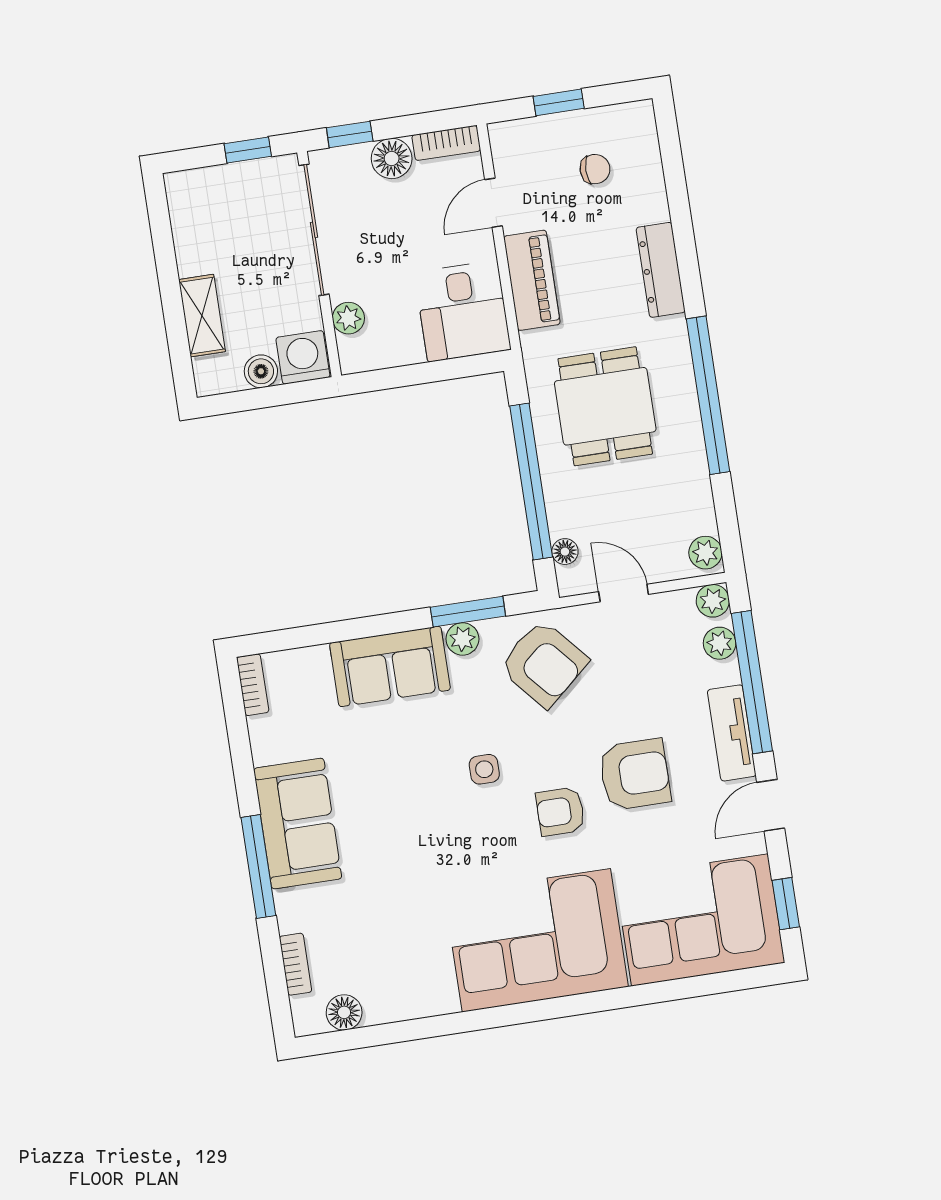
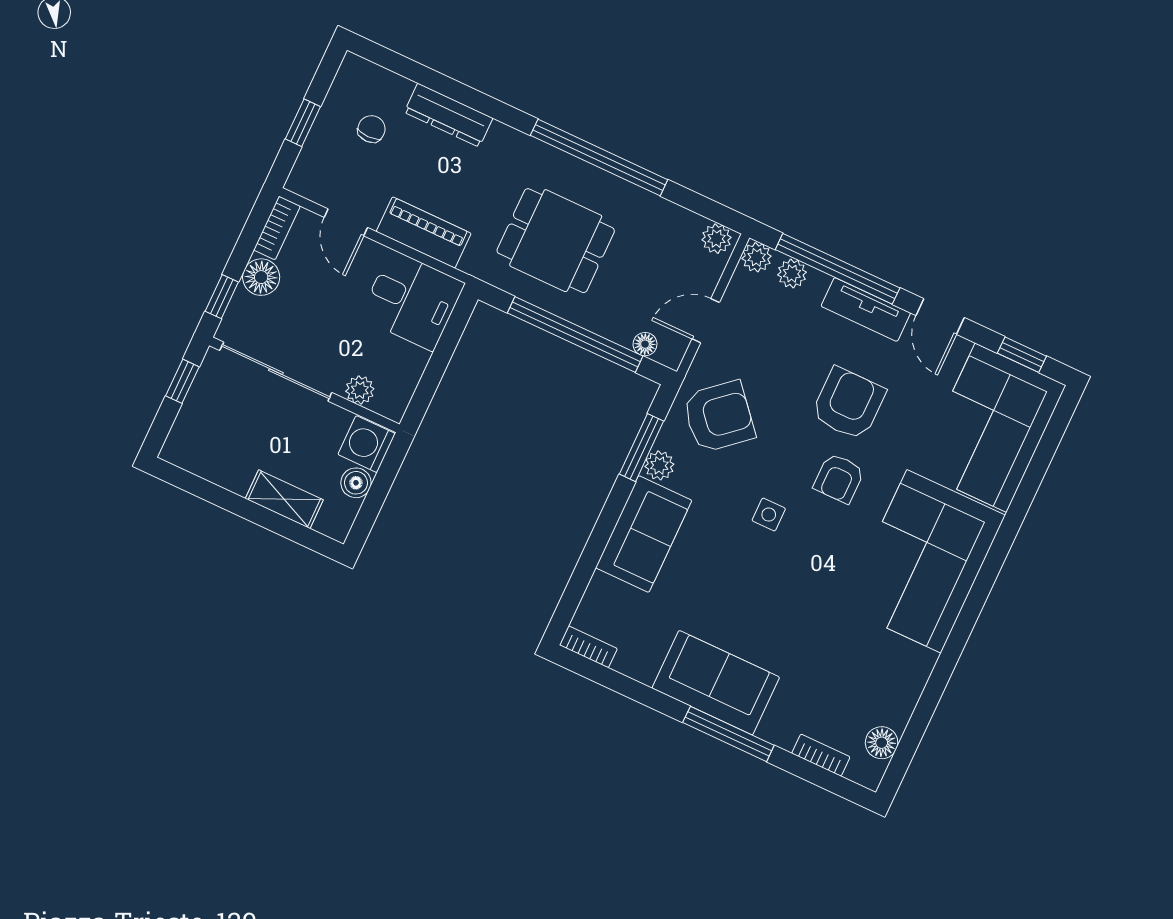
dresser: (661, 270) -> (448, 115), moved

